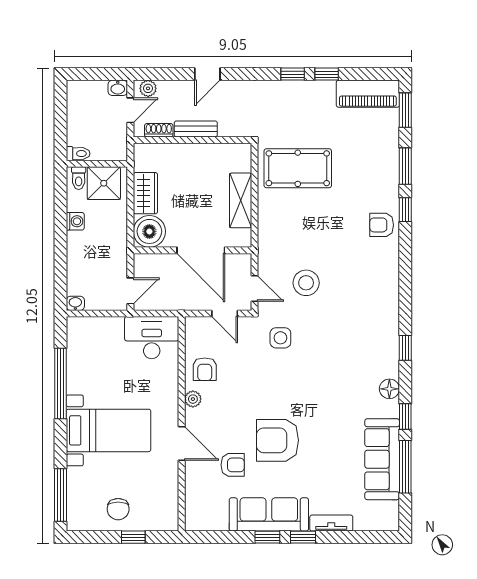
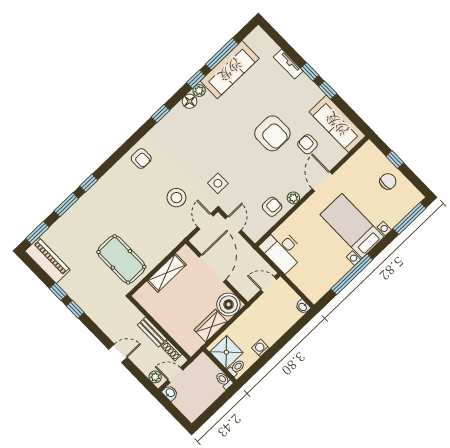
armchair: (382, 225) -> (141, 159), moved
plant: (391, 409) -> (199, 90), added
sofa: (269, 514) -> (337, 124), moved

